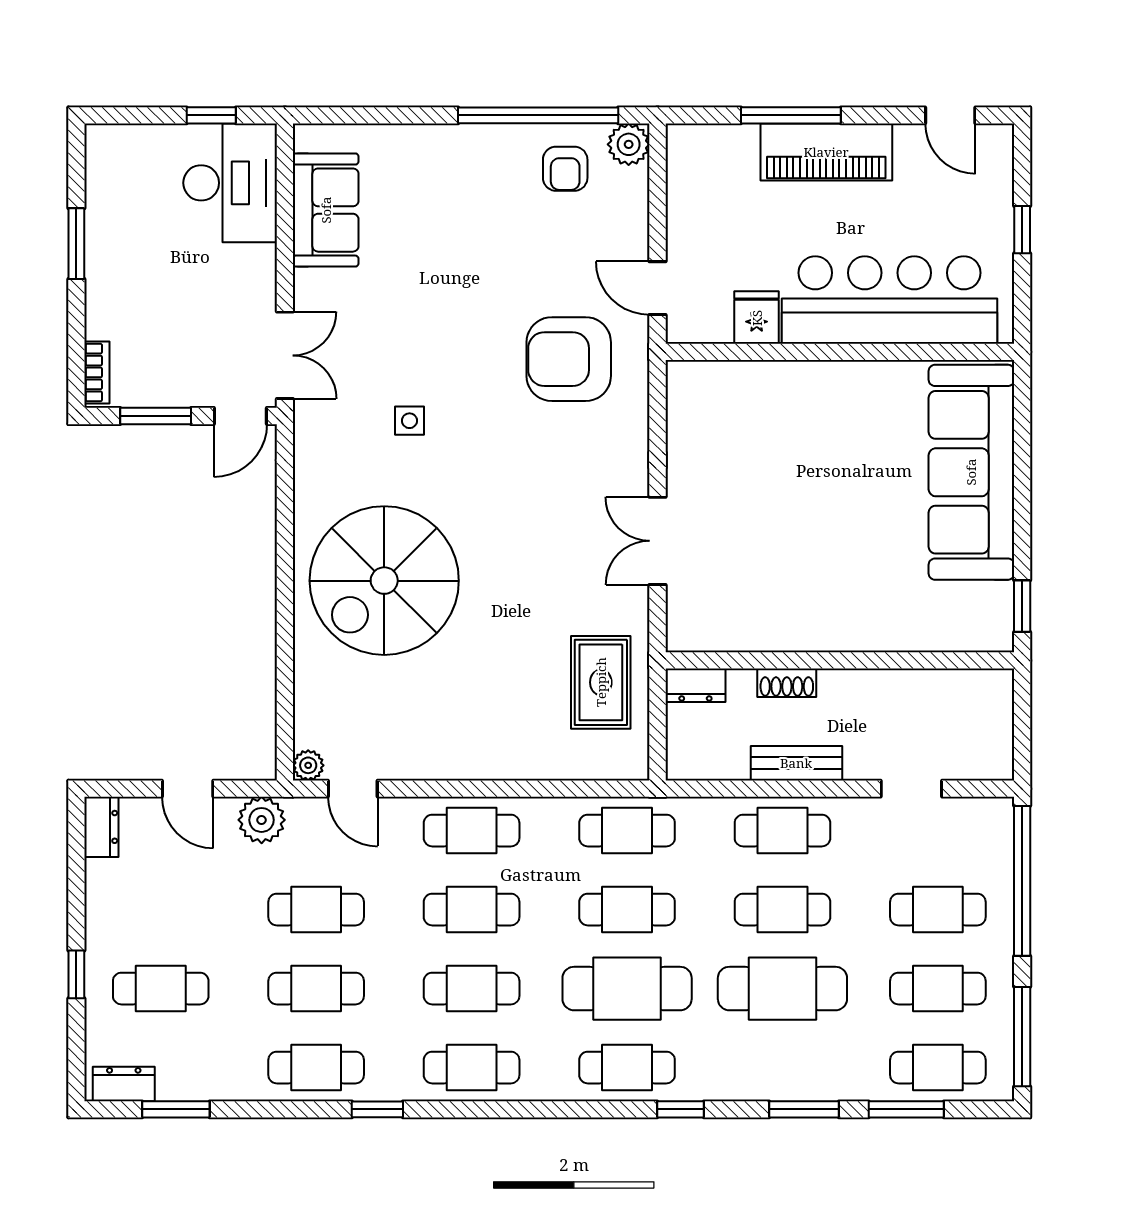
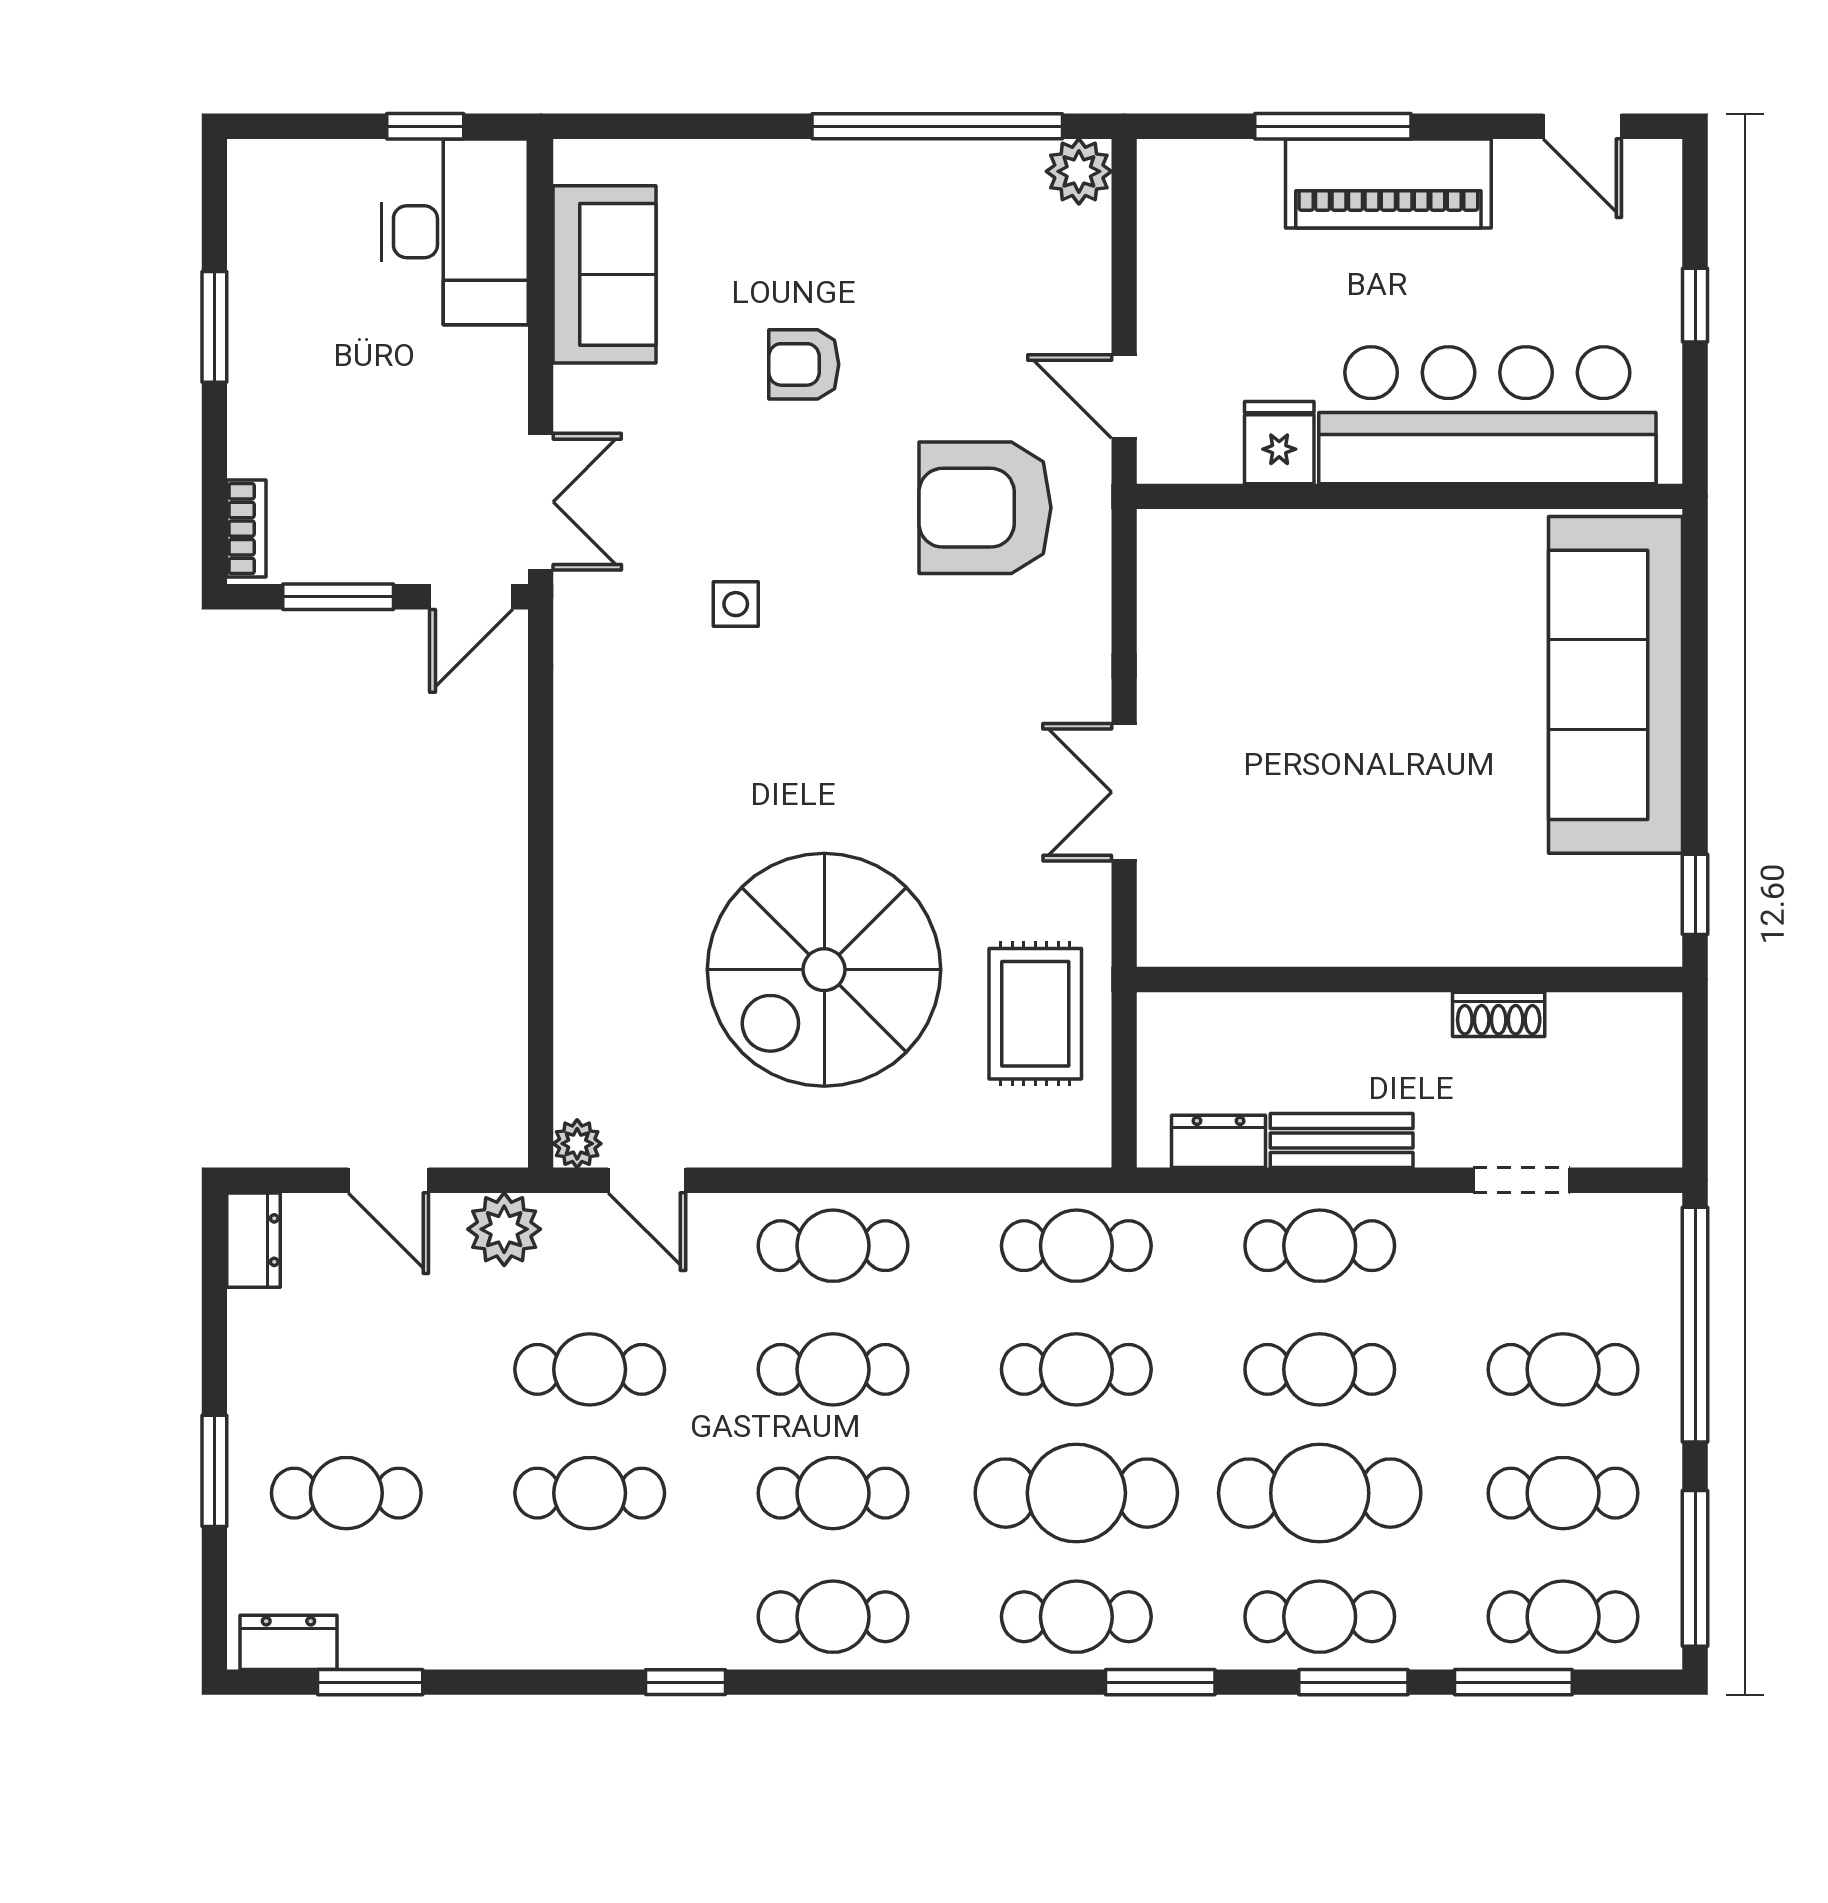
armchair: (565, 169) -> (804, 364), moved, turned 90
spiral stairs: (384, 581) -> (824, 970), moved
shoe rack: (787, 683) -> (1499, 1014), moved
dresser: (695, 685) -> (1219, 1141), moved, turned 180
window: (76, 974) -> (214, 1471), width x1.50
cafe table: (316, 1068) -> (1320, 1617), moved
window: (681, 1109) -> (1160, 1682), width x1.50

